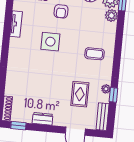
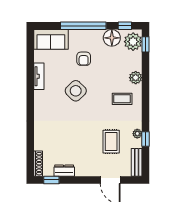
plant: (111, 15) -> (136, 78), moved
side table: (50, 42) -> (76, 91), turned 45
dresser: (43, 119) -> (64, 171), moved

